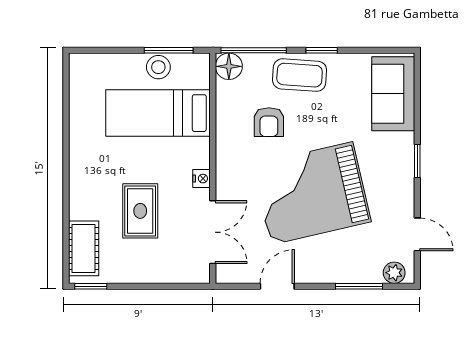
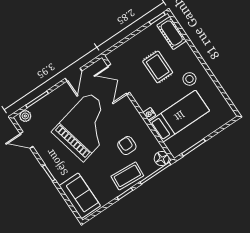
stool: (158, 67) -> (189, 79), moved
nightstand: (202, 179) -> (149, 114), moved

